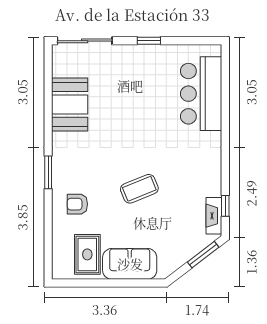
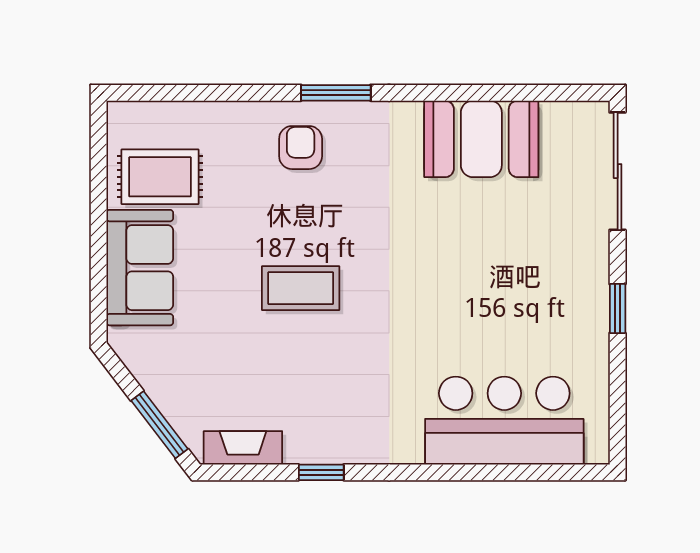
coffee table: (139, 189) -> (301, 288), turned -68
armchair: (77, 204) -> (301, 148), moved
window: (225, 206) -> (321, 472), moved

